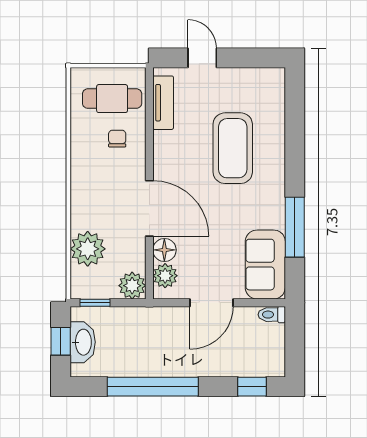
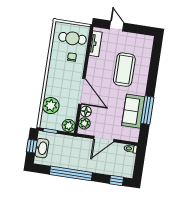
sofa: (265, 265) -> (133, 111), moved

